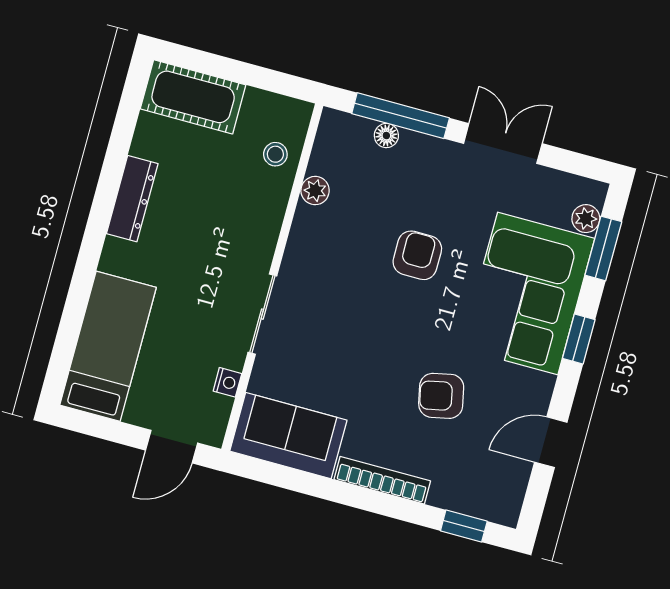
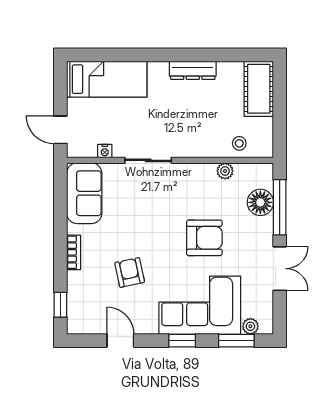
floor lamp: (386, 136) -> (260, 202), width x1.89, depth x1.89
armchair: (417, 255) -> (204, 238), width x1.38, depth x1.38
bookcase: (382, 480) -> (74, 252), width x0.64

